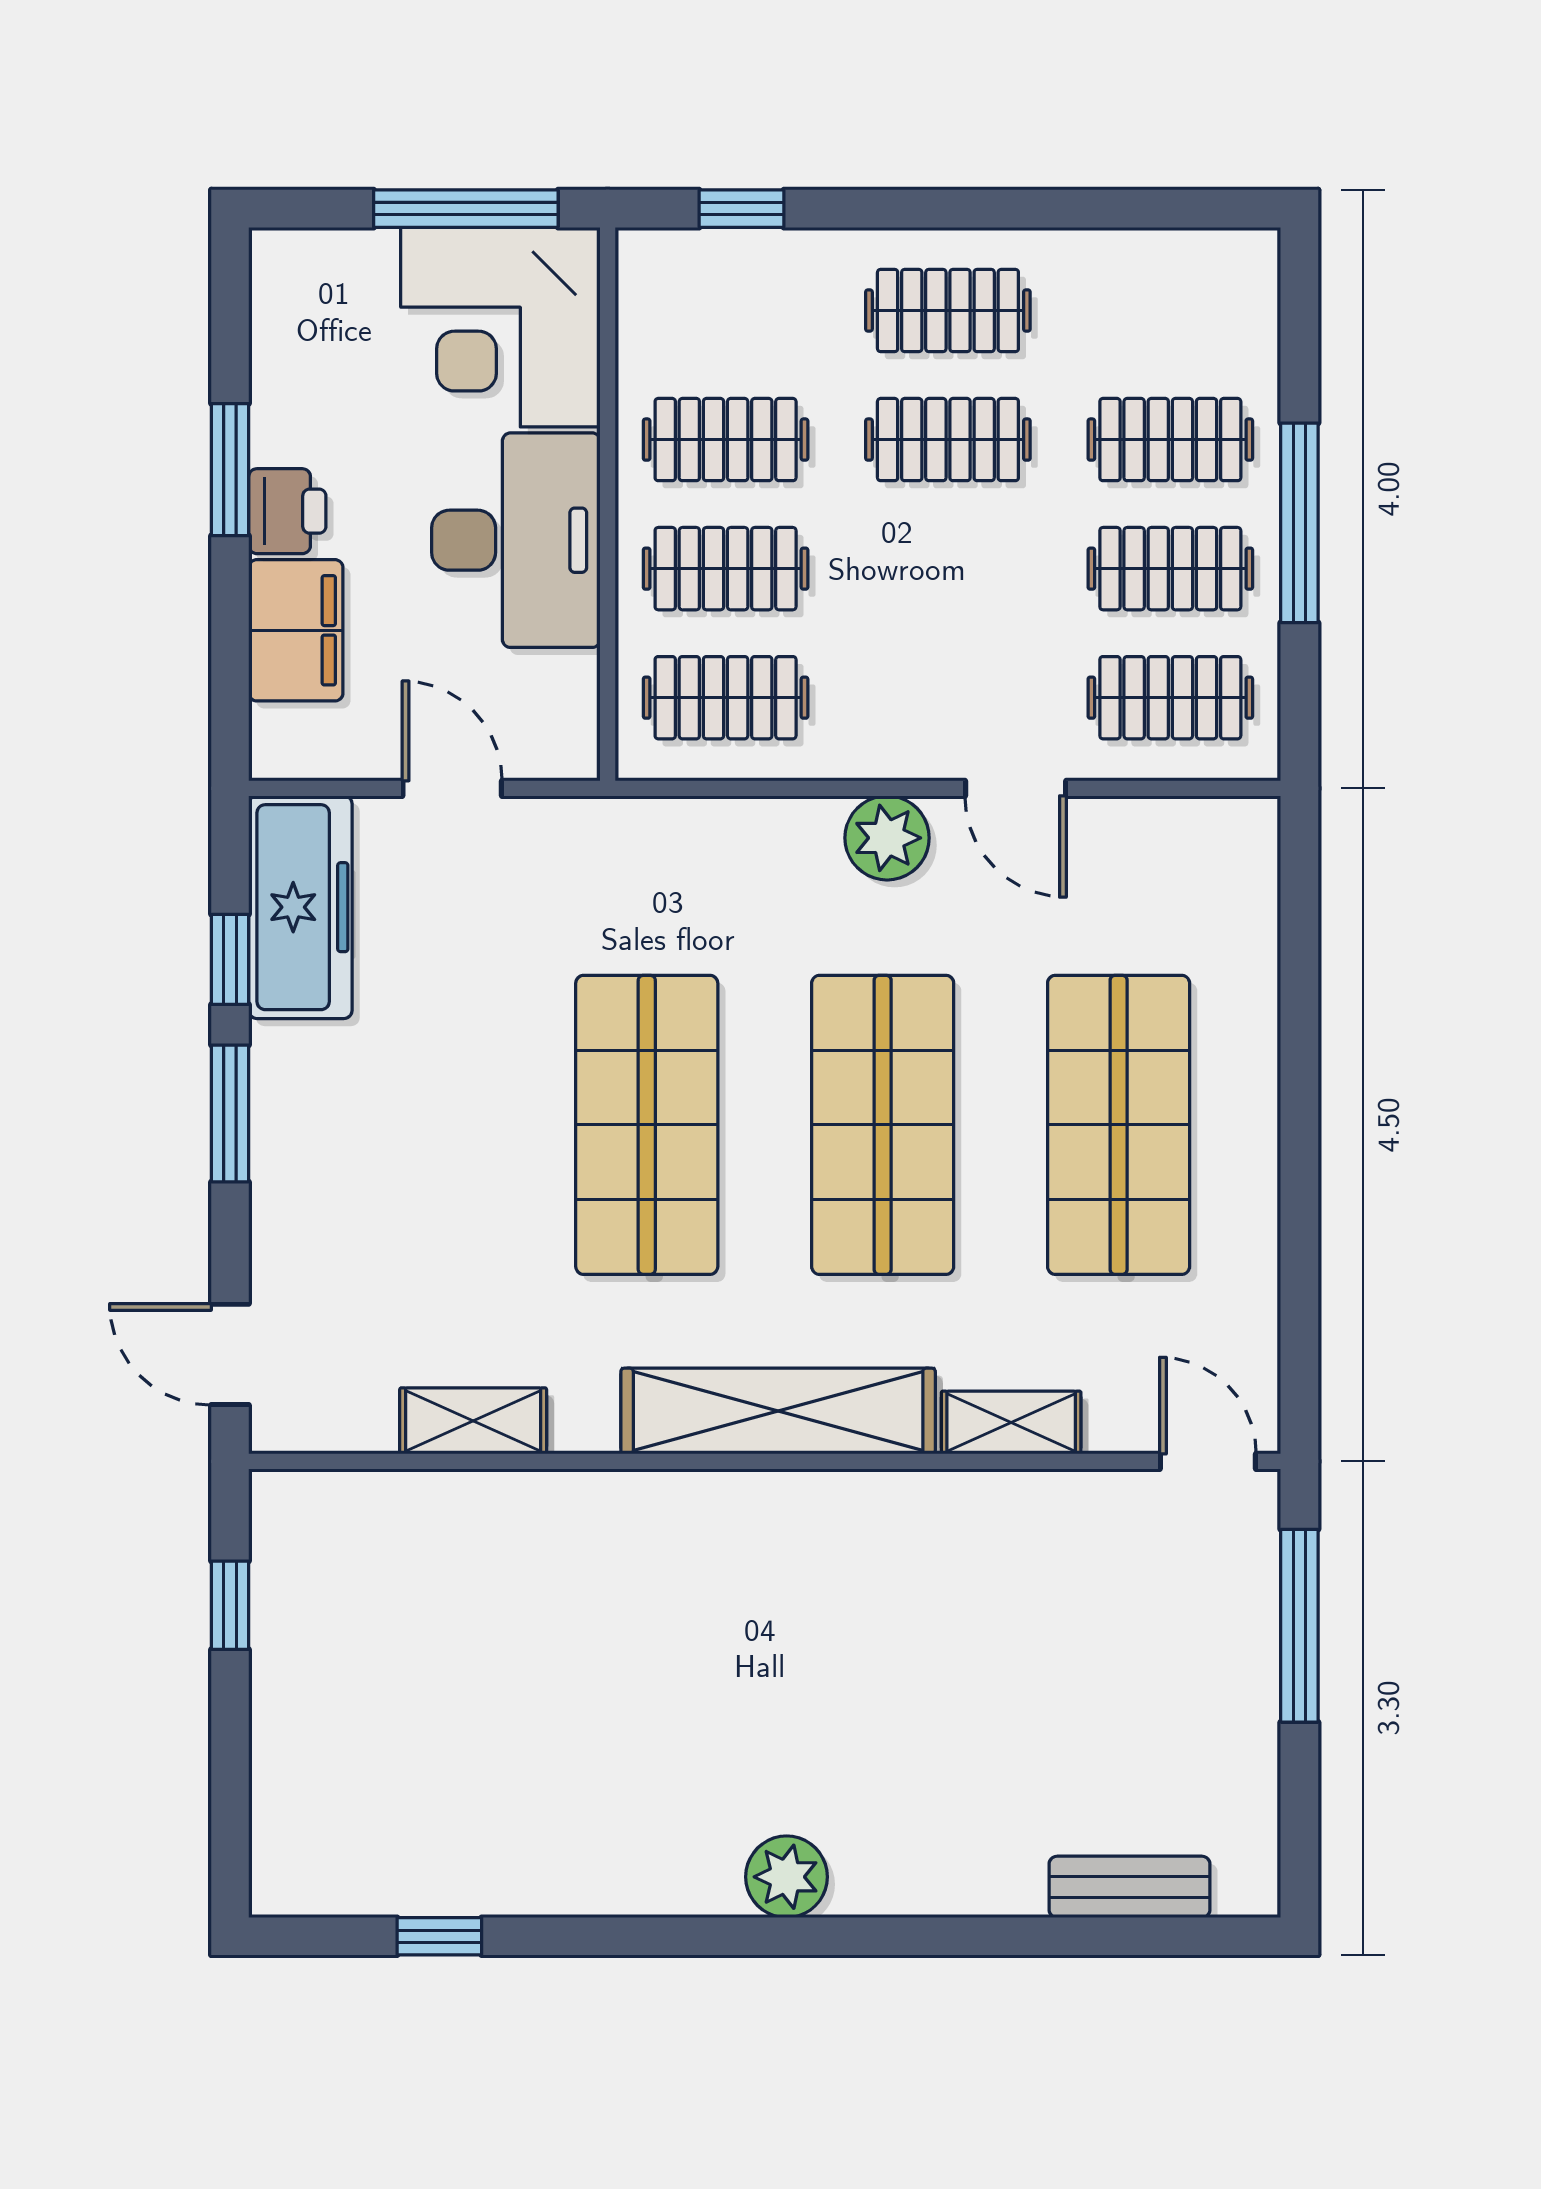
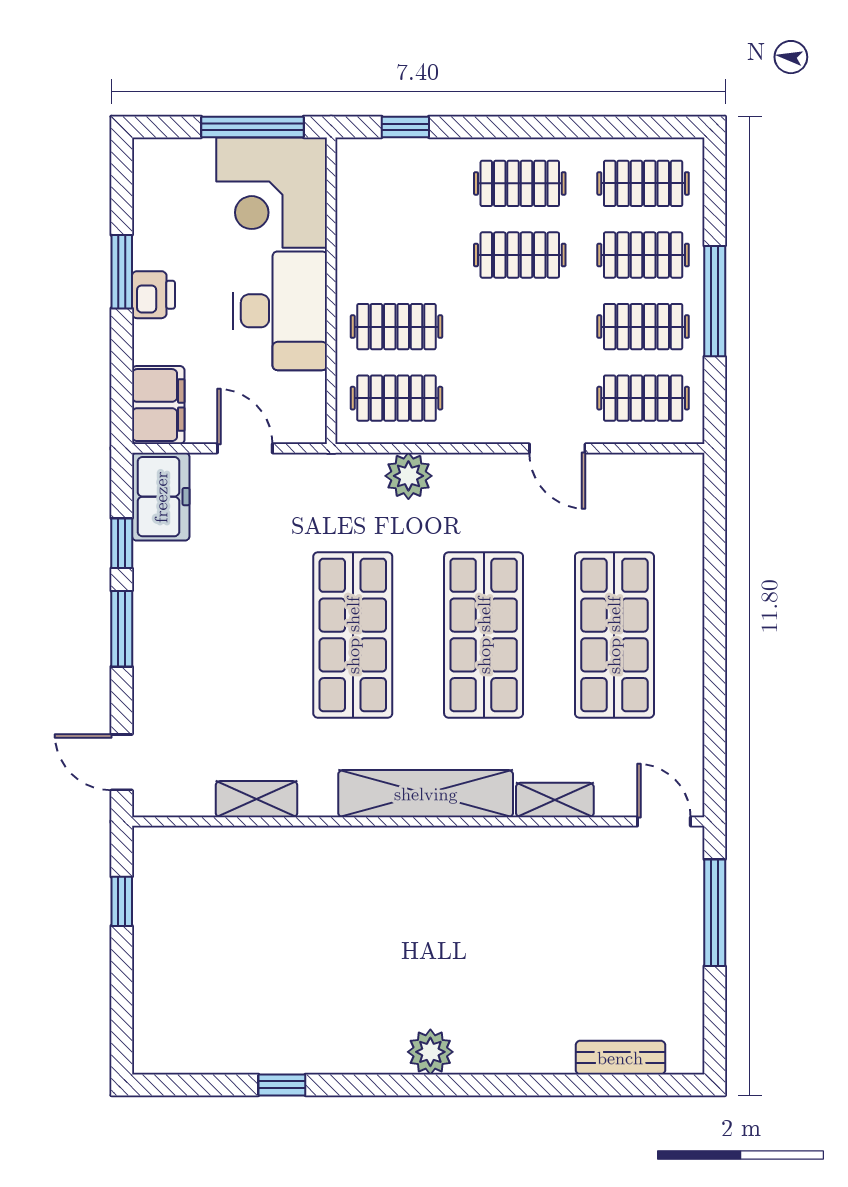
clothes rail: (726, 440) -> (643, 183), moved
filing cabinet: (296, 630) -> (158, 405), moved
plant: (887, 838) -> (408, 476), moved
freezer: (300, 907) -> (161, 497), width x0.71
window: (439, 1936) -> (282, 1085), moved

